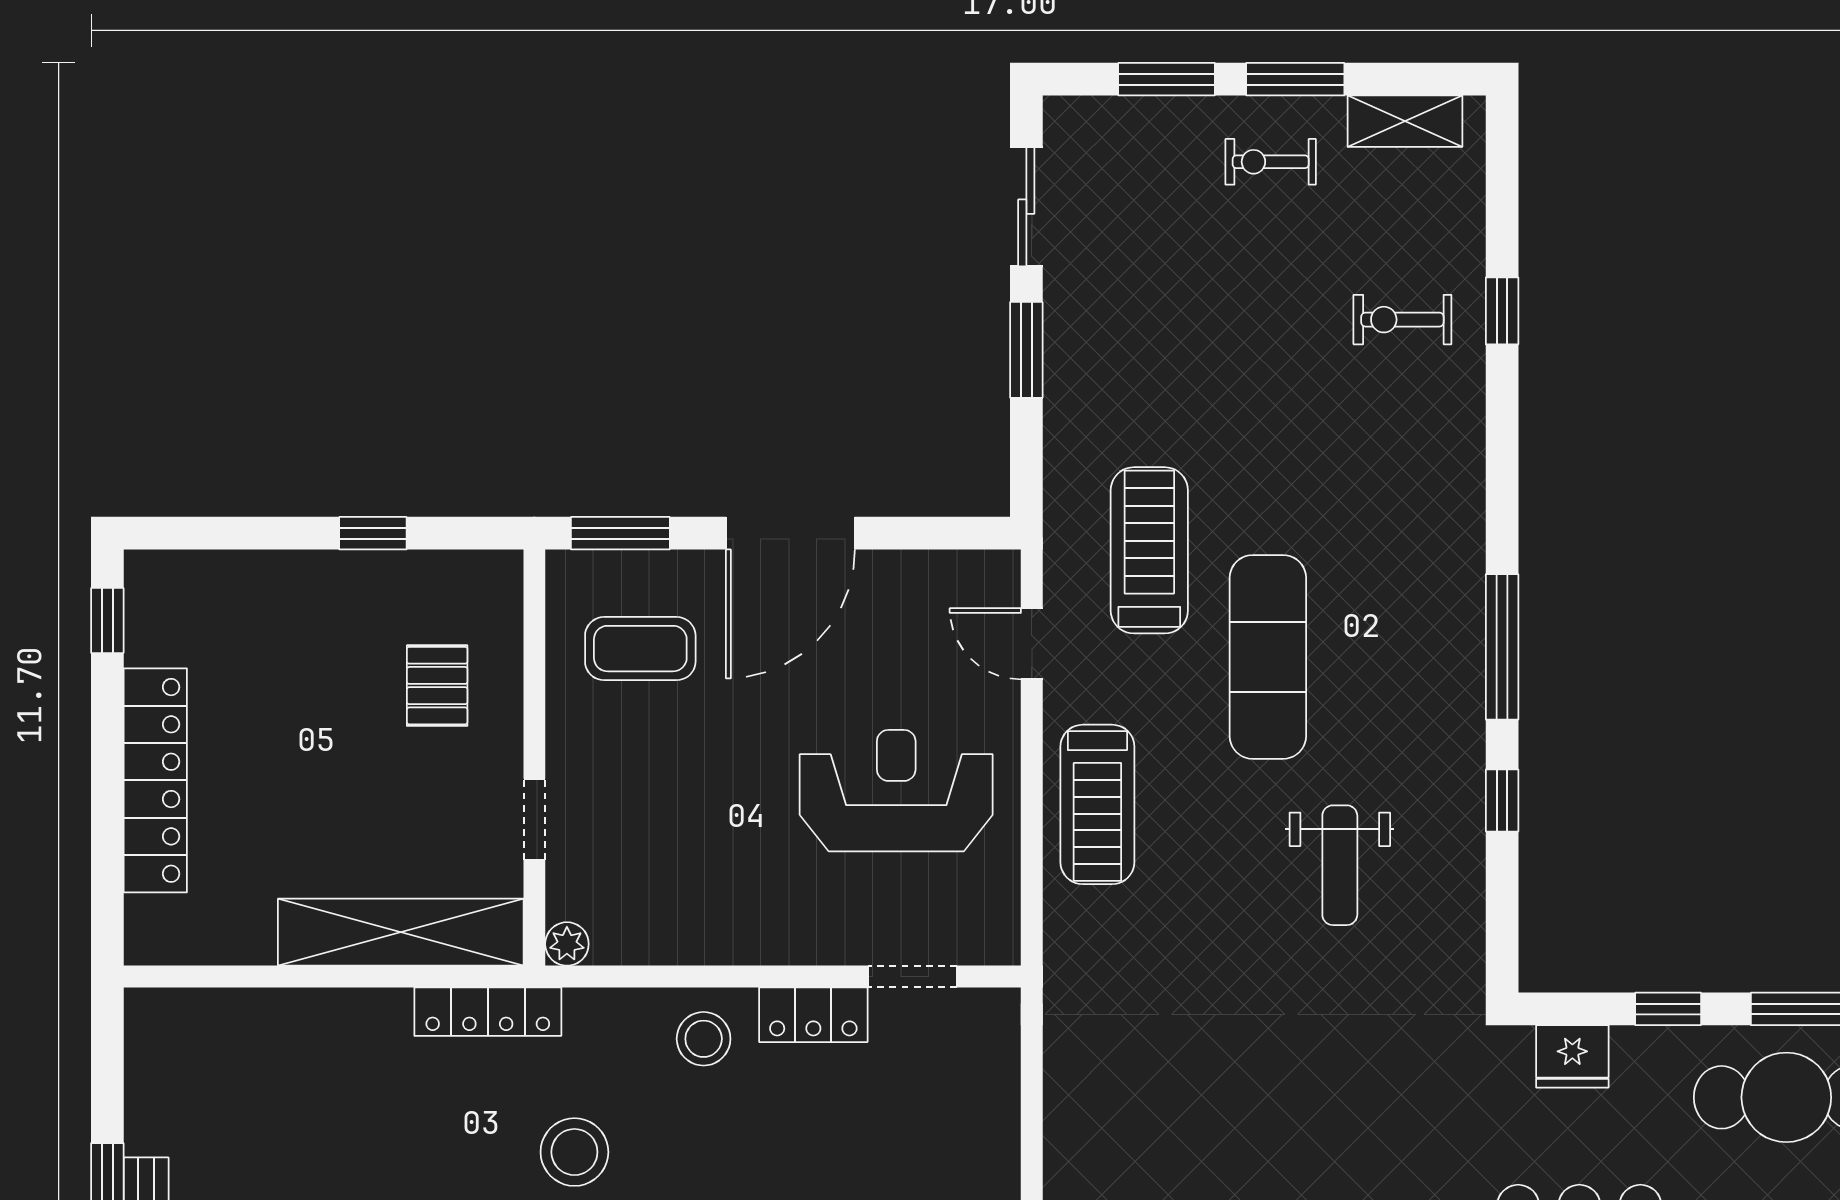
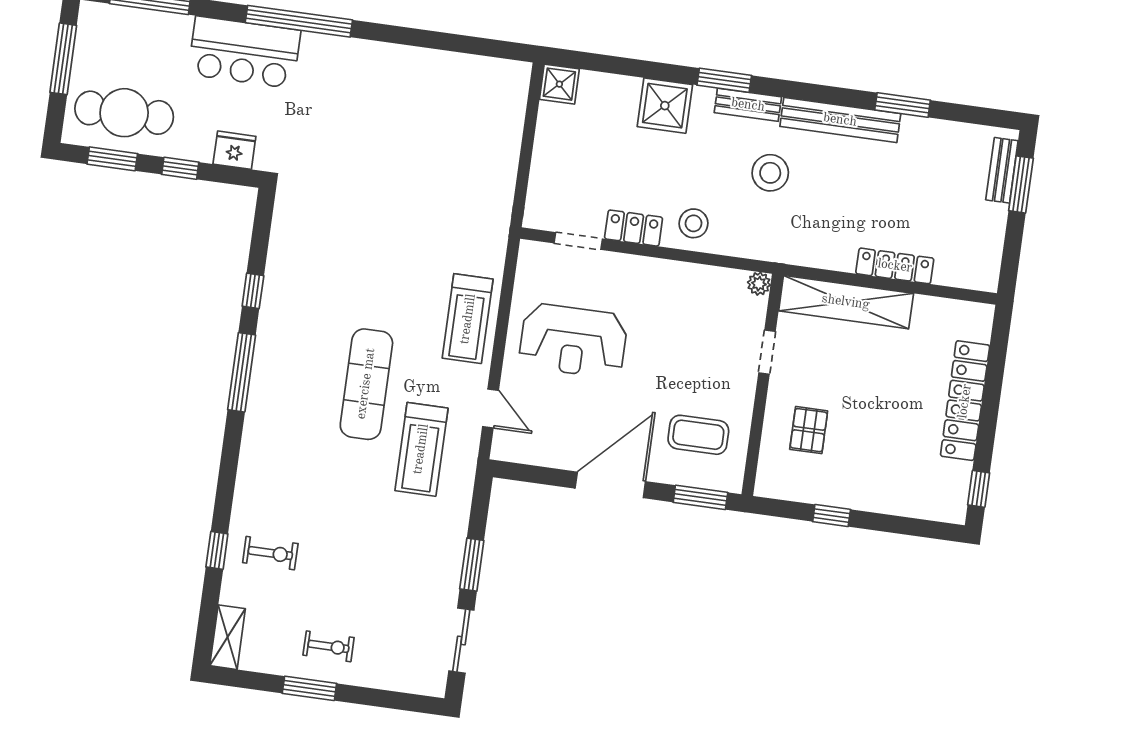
window: (1167, 79) -> (378, 698), removed
shelving: (1405, 121) -> (228, 637), moved, turned 90
treadmill: (1097, 804) -> (468, 319), turned 180
weight bench: (1340, 865) -> (344, 269), removed
locker: (488, 1012) -> (895, 266), moved

